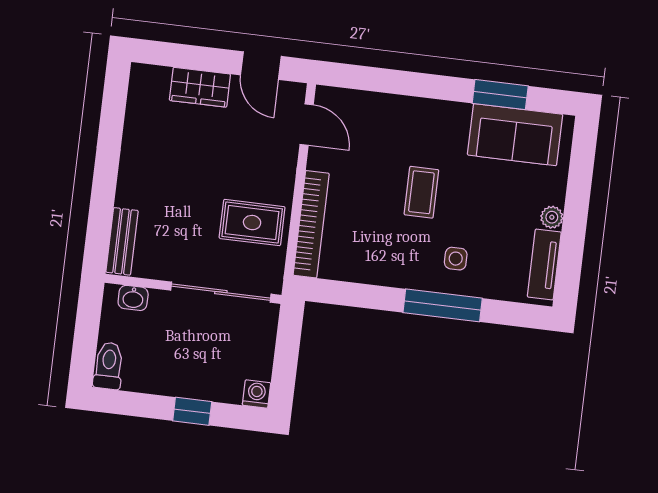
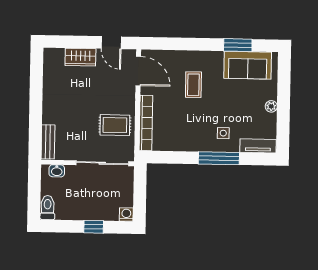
door: (307, 125) -> (138, 71), width x1.38
coffee table: (421, 192) -> (193, 85), moved
tv unit: (544, 264) -> (258, 146), moved, turned 90

